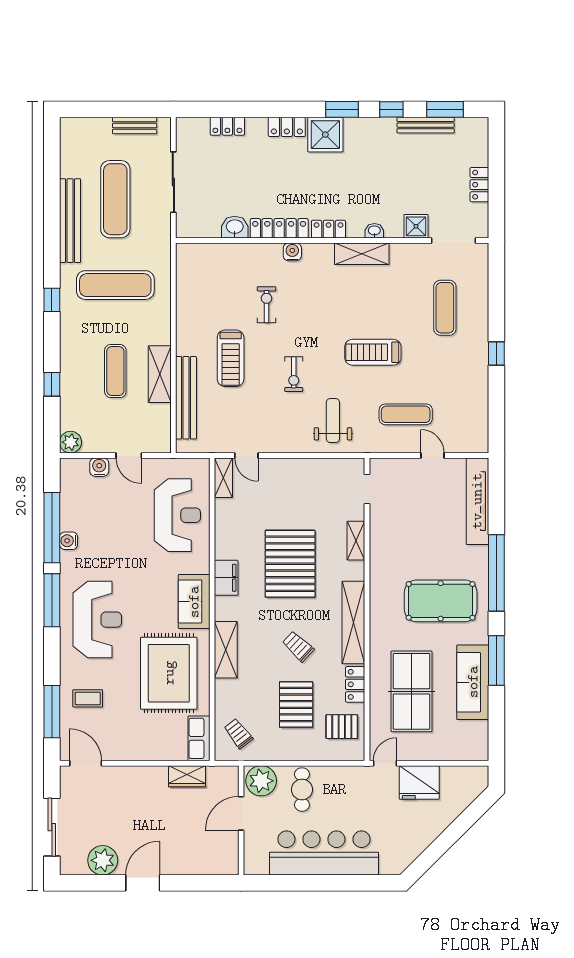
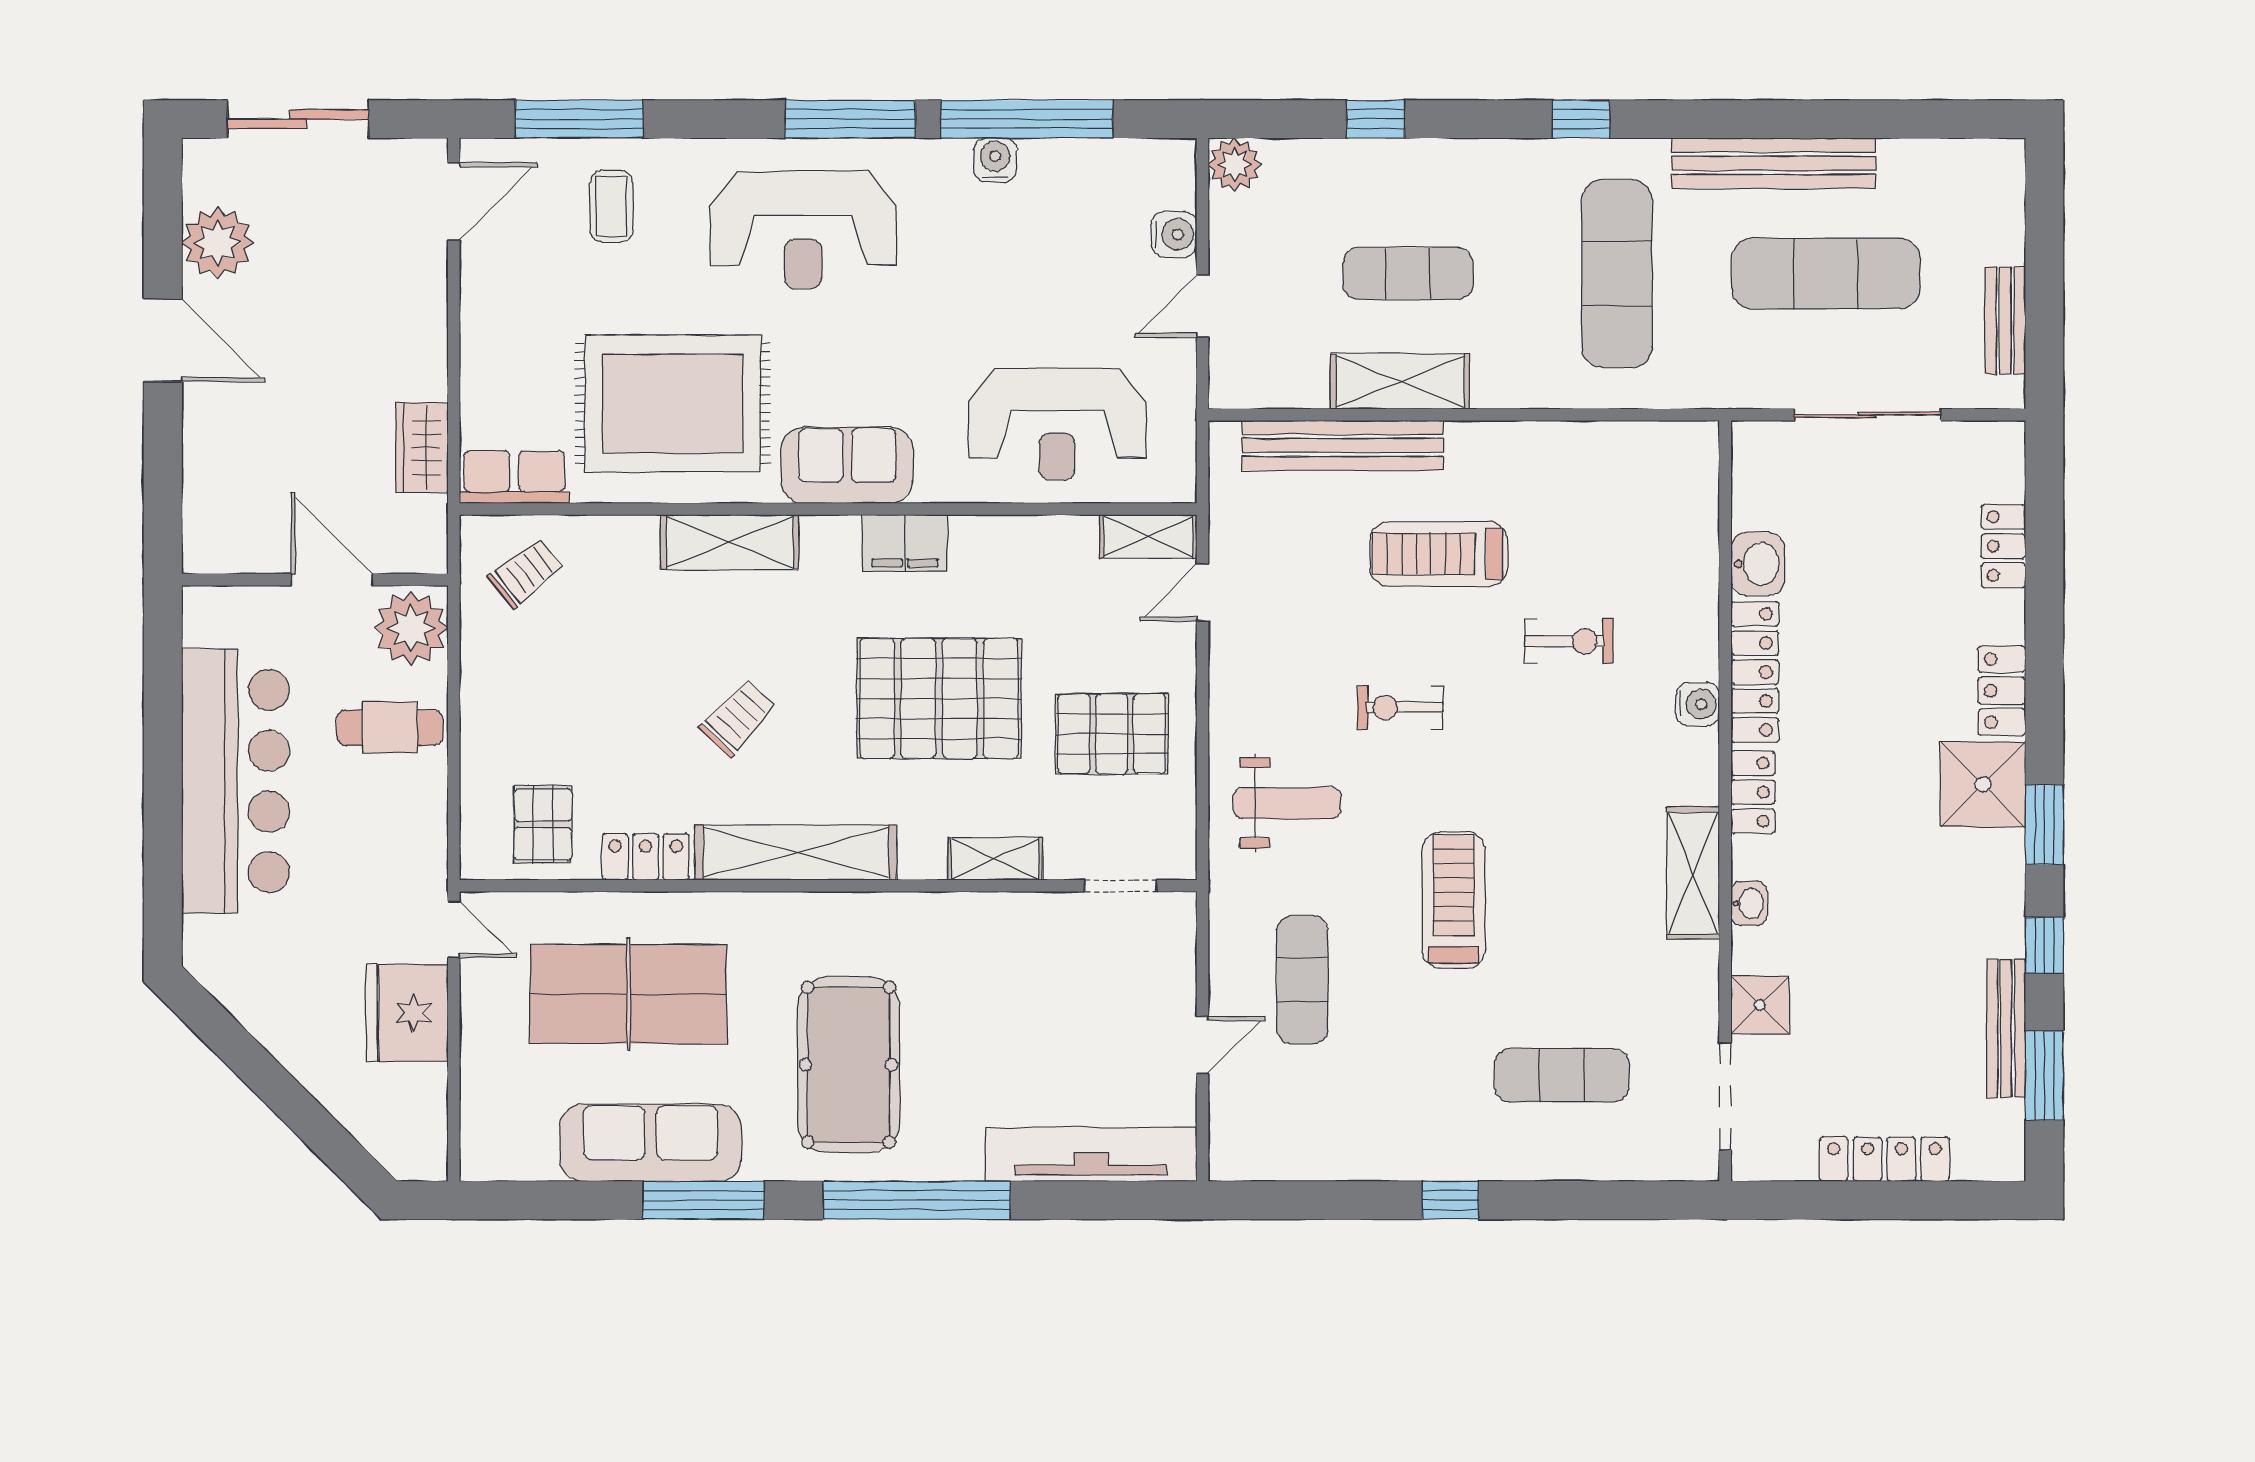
locker: (479, 185) -> (1884, 1159), width x1.53
pallet: (296, 704) -> (1112, 734), moved

